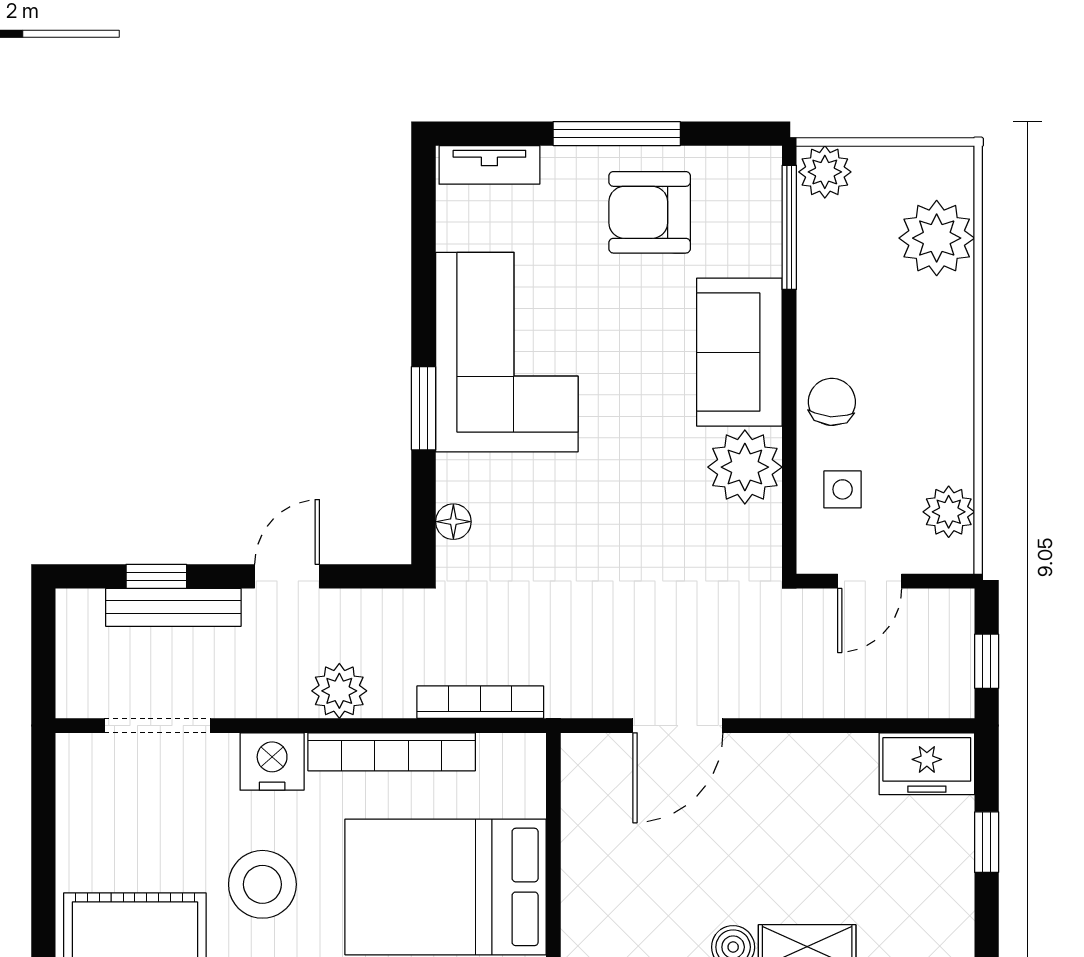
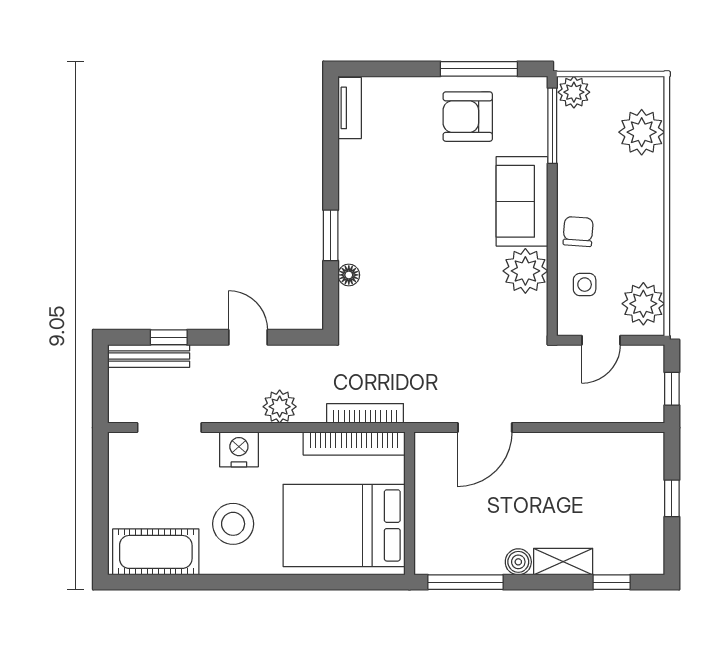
window: (617, 134) -> (479, 69), moved
tv unit: (489, 165) -> (350, 108), moved, turned -90
corner sofa: (507, 352) -> (381, 201), removed
plant: (949, 512) -> (643, 304), width x1.36, depth x1.36
floor lamp: (453, 522) -> (349, 275), moved
door: (287, 576) -> (248, 337), hinge flipped
bench: (173, 607) -> (149, 356), moved
bookcase: (392, 752) -> (354, 444), moved
freezer: (927, 764) -> (636, 451), removed

